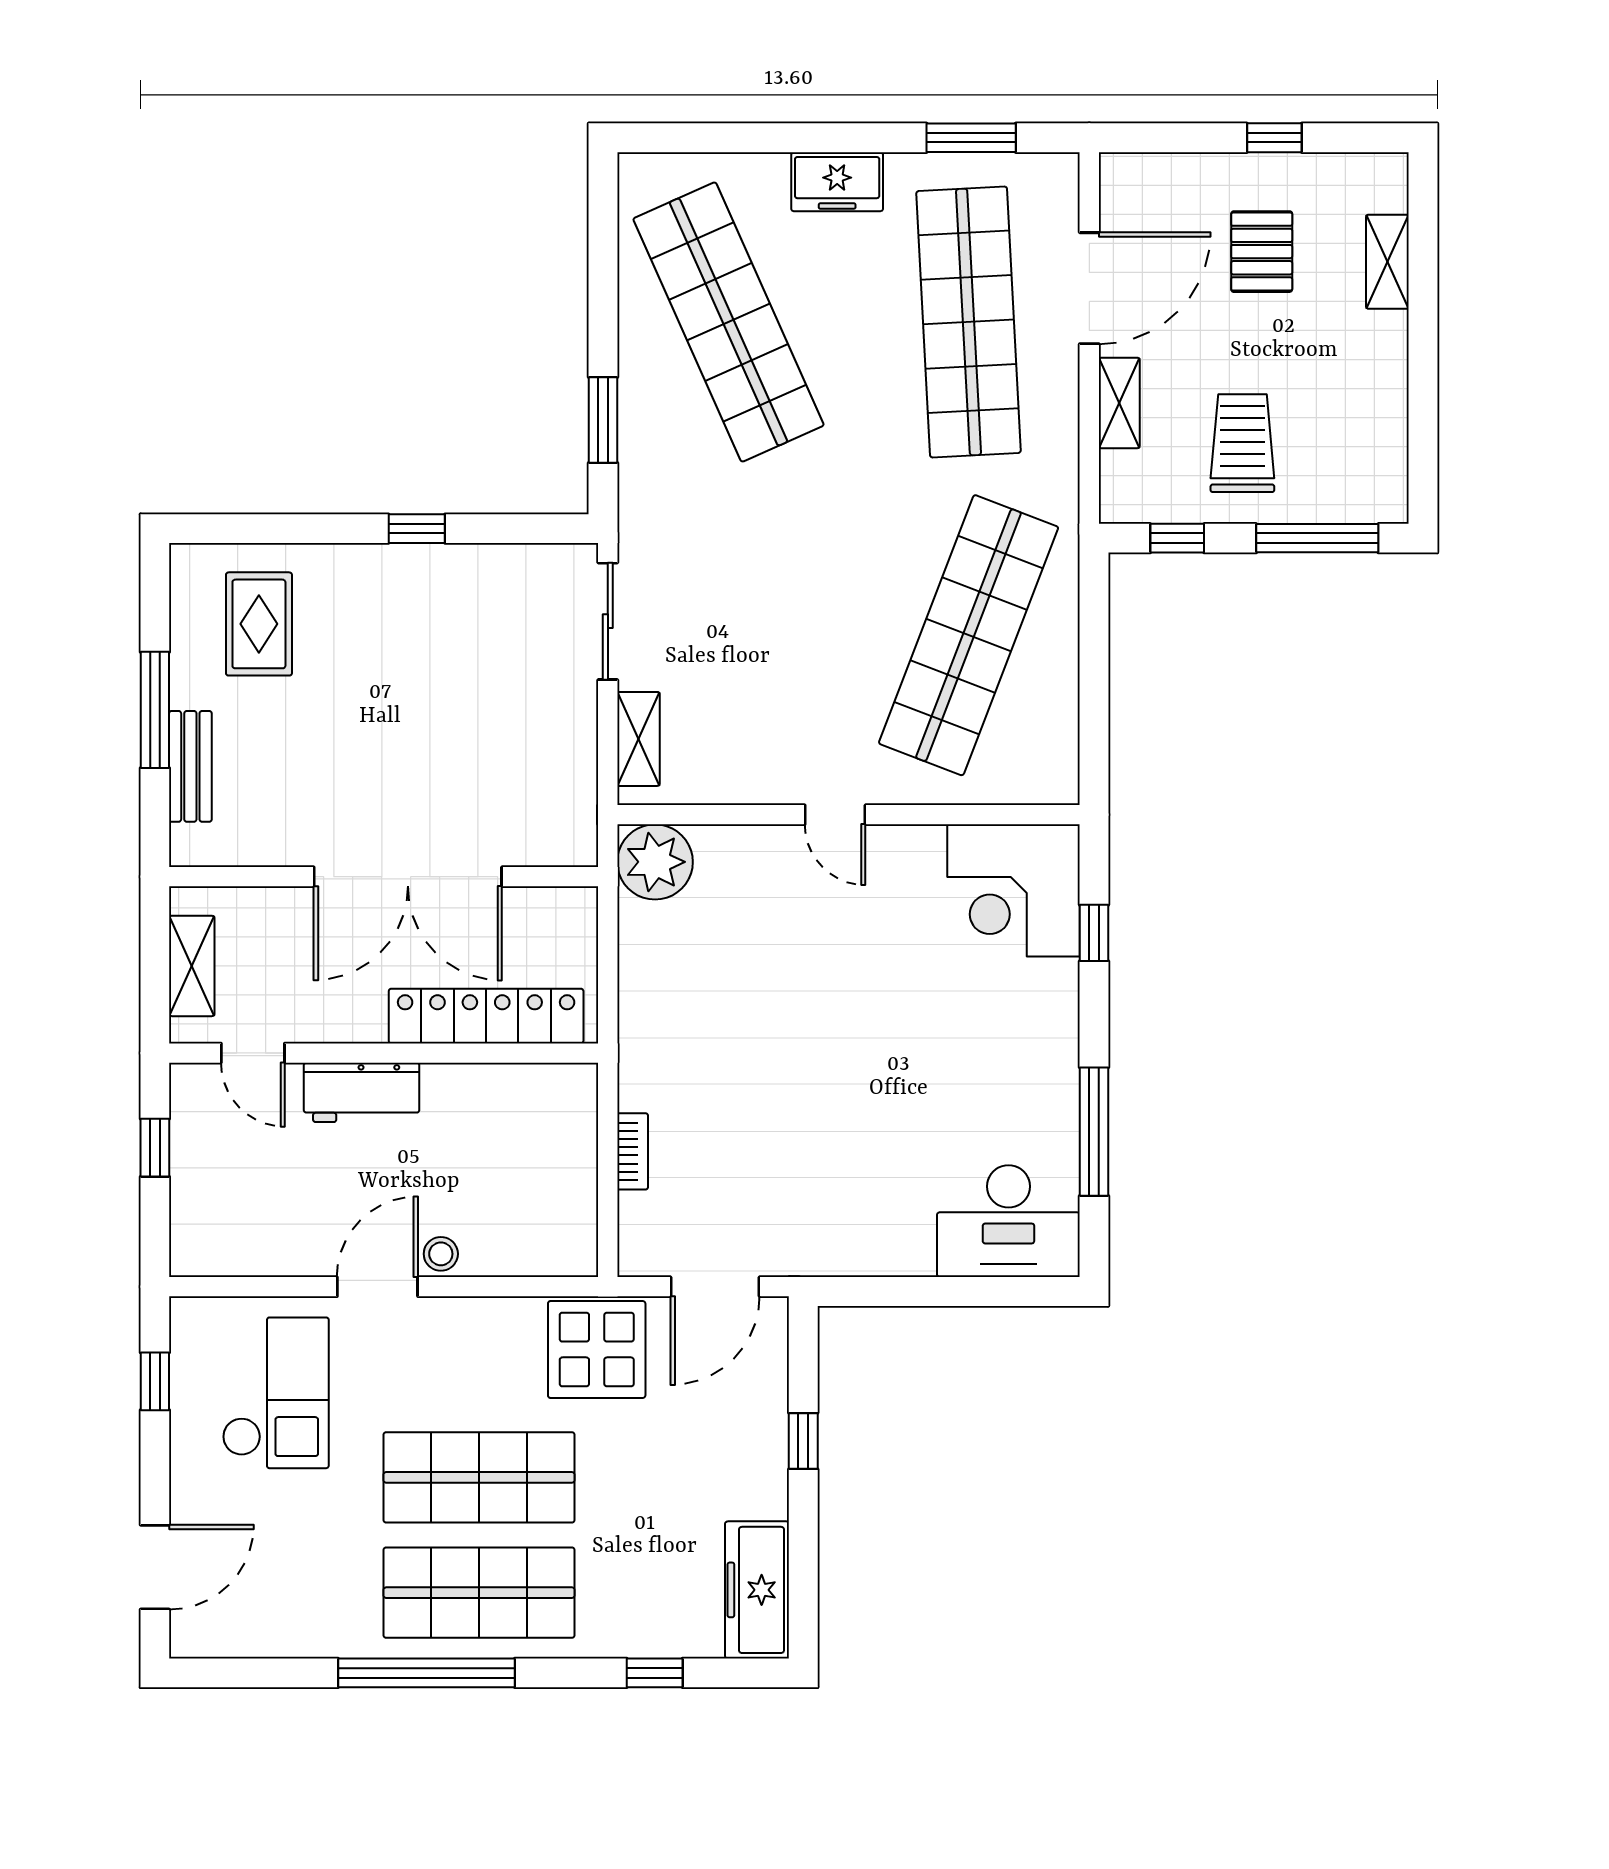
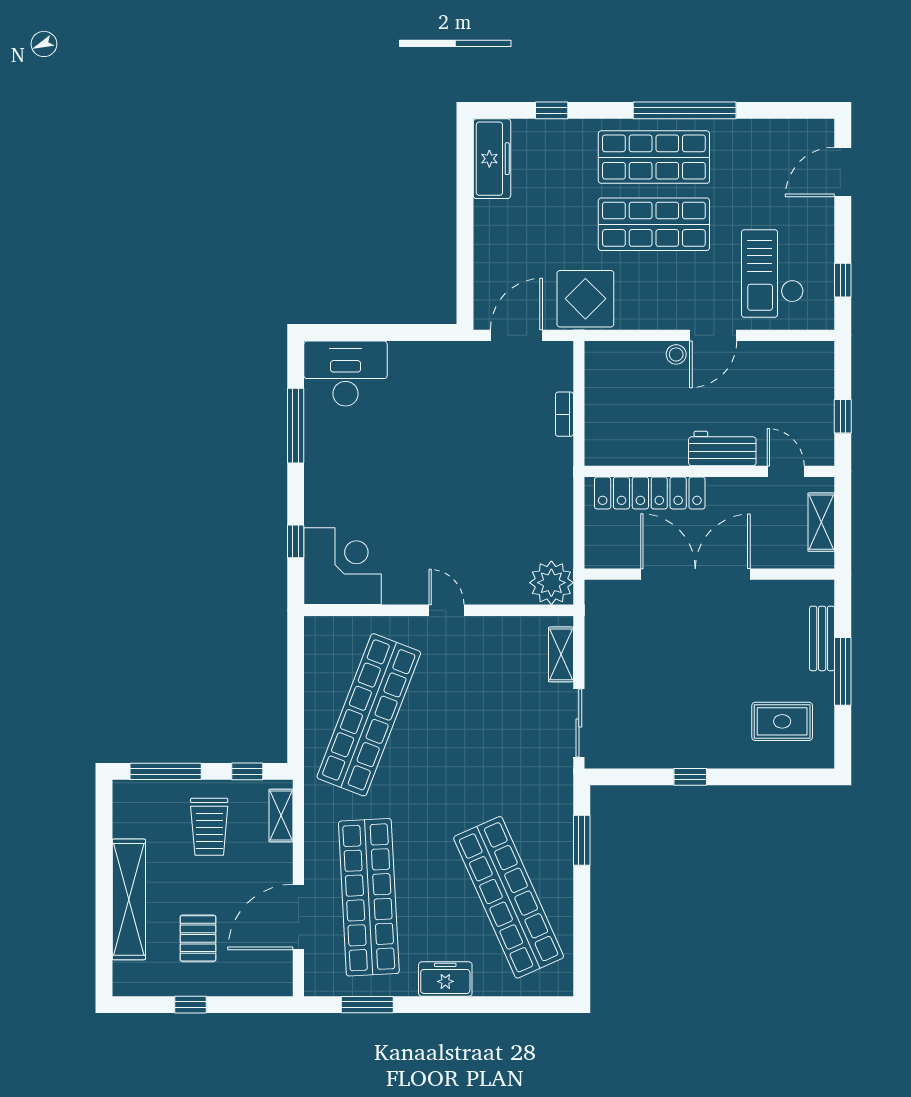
shelving: (1387, 262) -> (129, 899), width x2.20, depth x1.33
shelving: (1119, 403) -> (281, 815), moved
rug: (259, 624) -> (782, 721), turned 90
window: (803, 1441) -> (465, 245), removed

